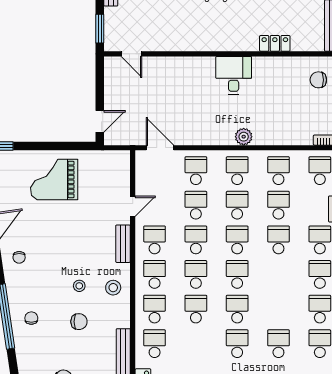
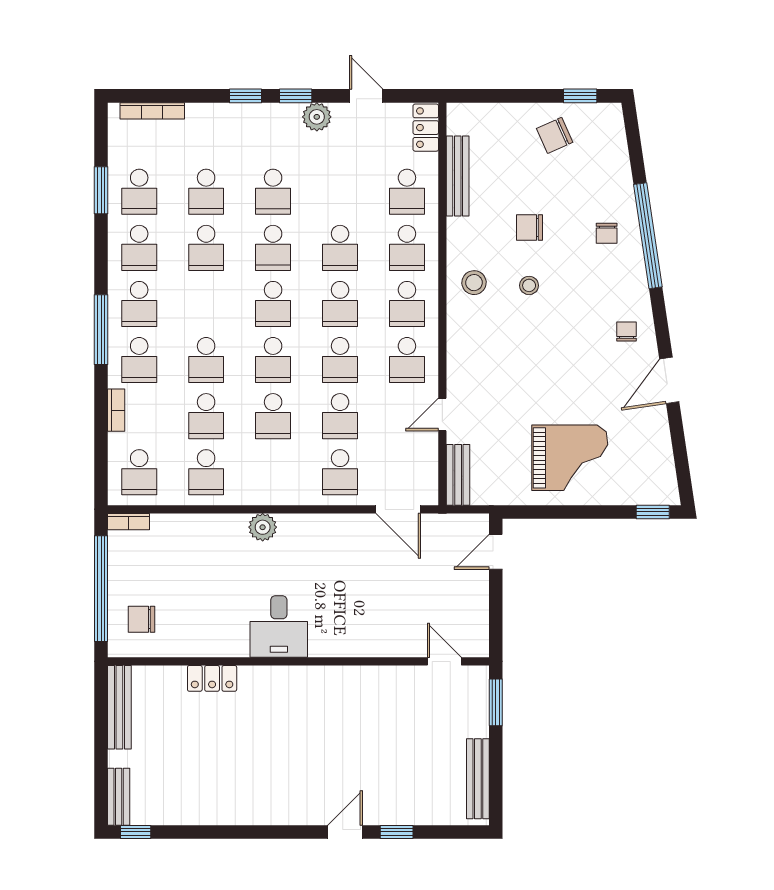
chair: (318, 80) -> (142, 619), turned 180
school desk: (237, 171) -> (206, 248), moved
bench: (123, 244) -> (458, 475), moved

